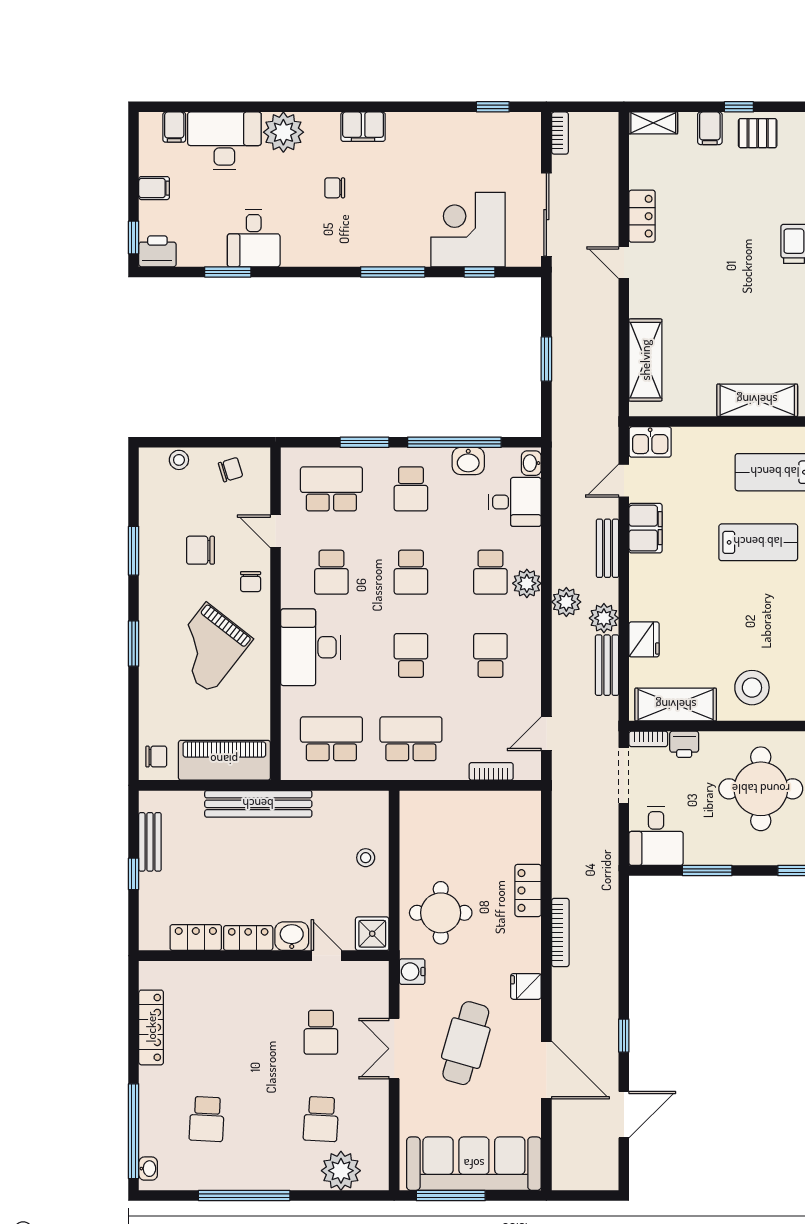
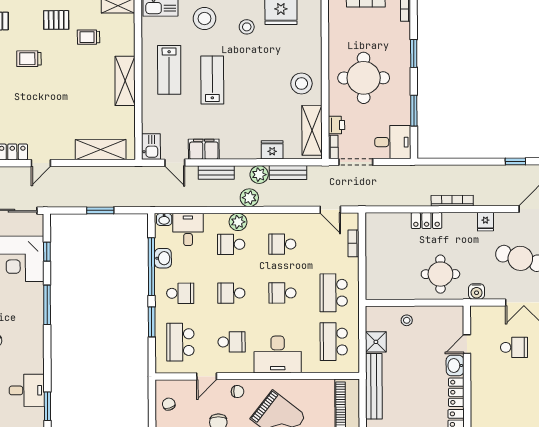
school desk: (411, 572) -> (231, 293), turned 180
school desk: (490, 572) -> (231, 244), turned 180
shower: (372, 934) -> (376, 342), moved

